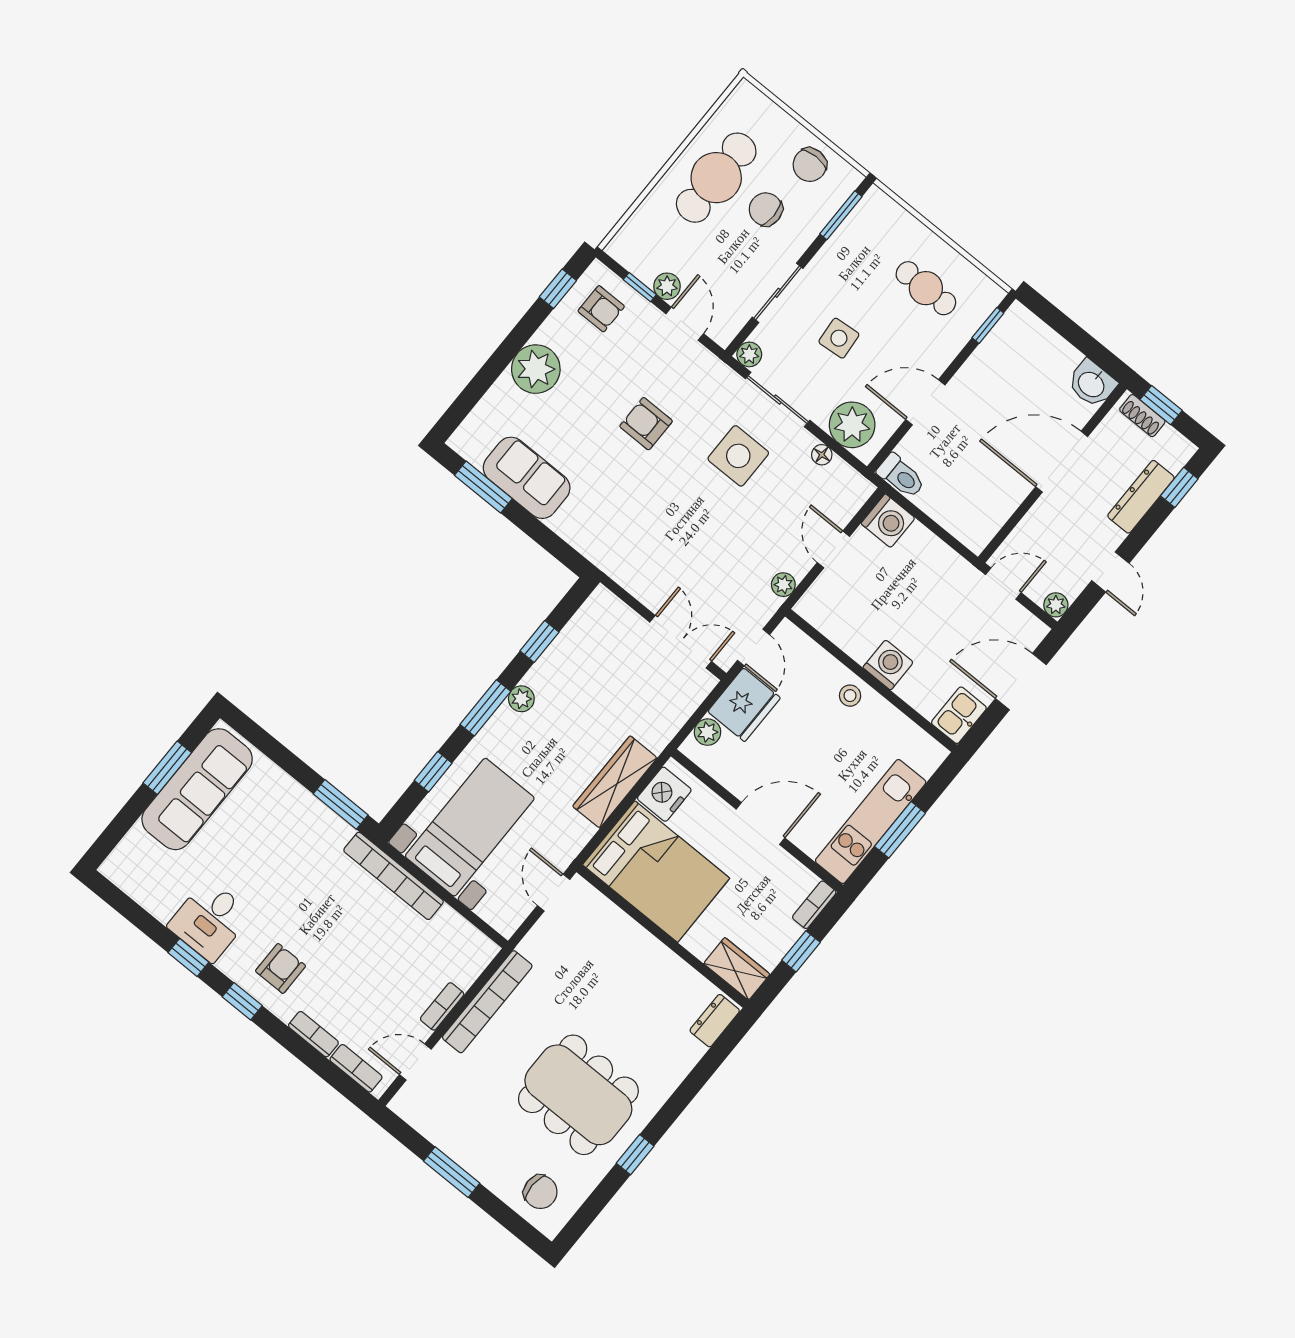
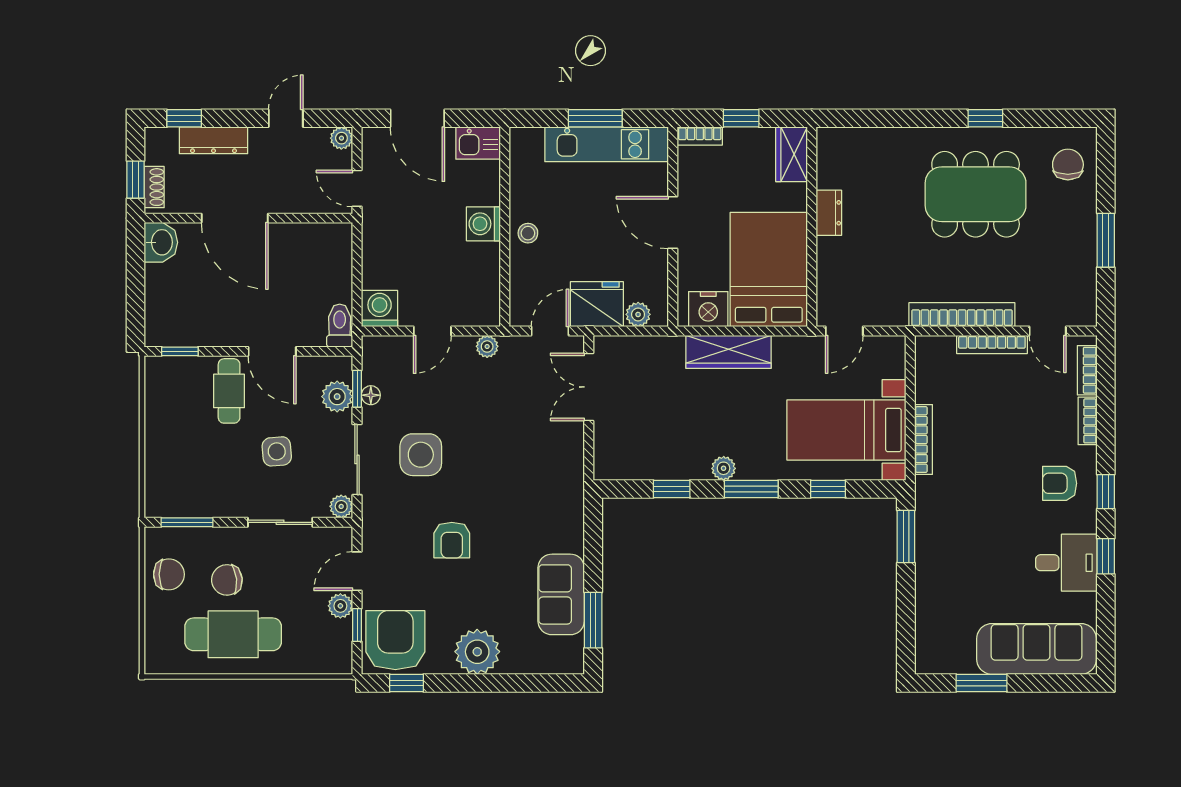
chair: (766, 209) -> (227, 580), turned 84
cafe table: (926, 288) -> (229, 391), moved
armchair: (601, 309) -> (395, 640), width x1.88, depth x1.88
plant: (852, 425) -> (337, 397), width x0.73, depth x0.73
window: (837, 448) -> (357, 389), added
sofa: (197, 789) -> (1037, 649), moved
bookcase: (394, 876) -> (924, 439), width x0.68, depth x0.76
bookcase: (442, 1006) -> (992, 344), width x1.56
dresser: (715, 1021) -> (829, 213), moved, turned -90
dining table: (578, 1095) -> (976, 194), turned 90

